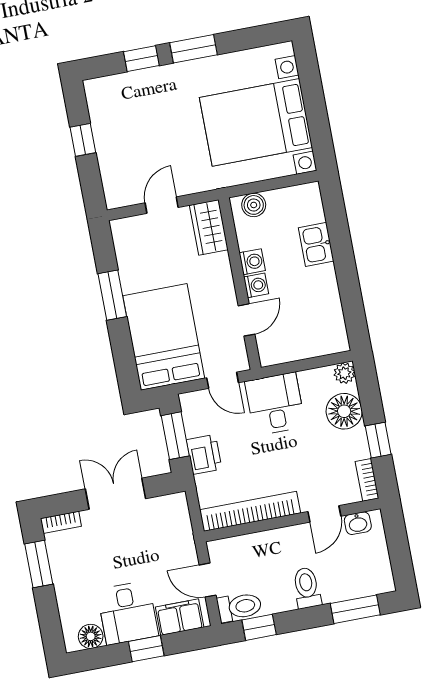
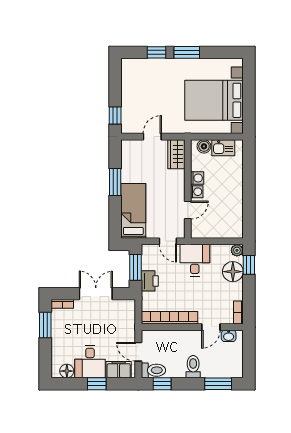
window: (83, 140) -> (115, 116), moved
kitchen sink: (316, 244) -> (223, 148), moved, turned -90
bed: (164, 337) -> (133, 211), width x0.67
window: (378, 440) -> (249, 265), moved

